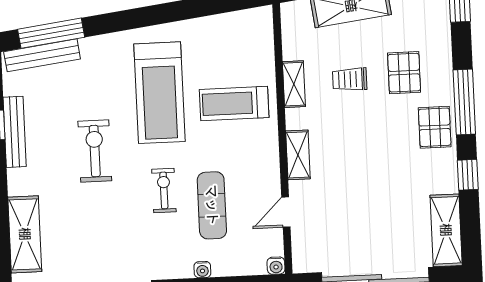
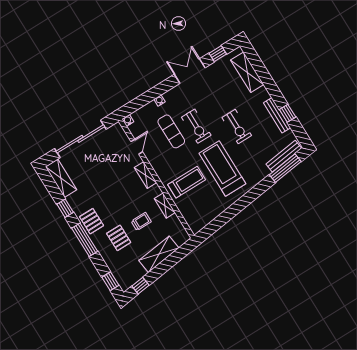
exercise bike: (164, 190) -> (196, 126), width x1.38, depth x1.39

